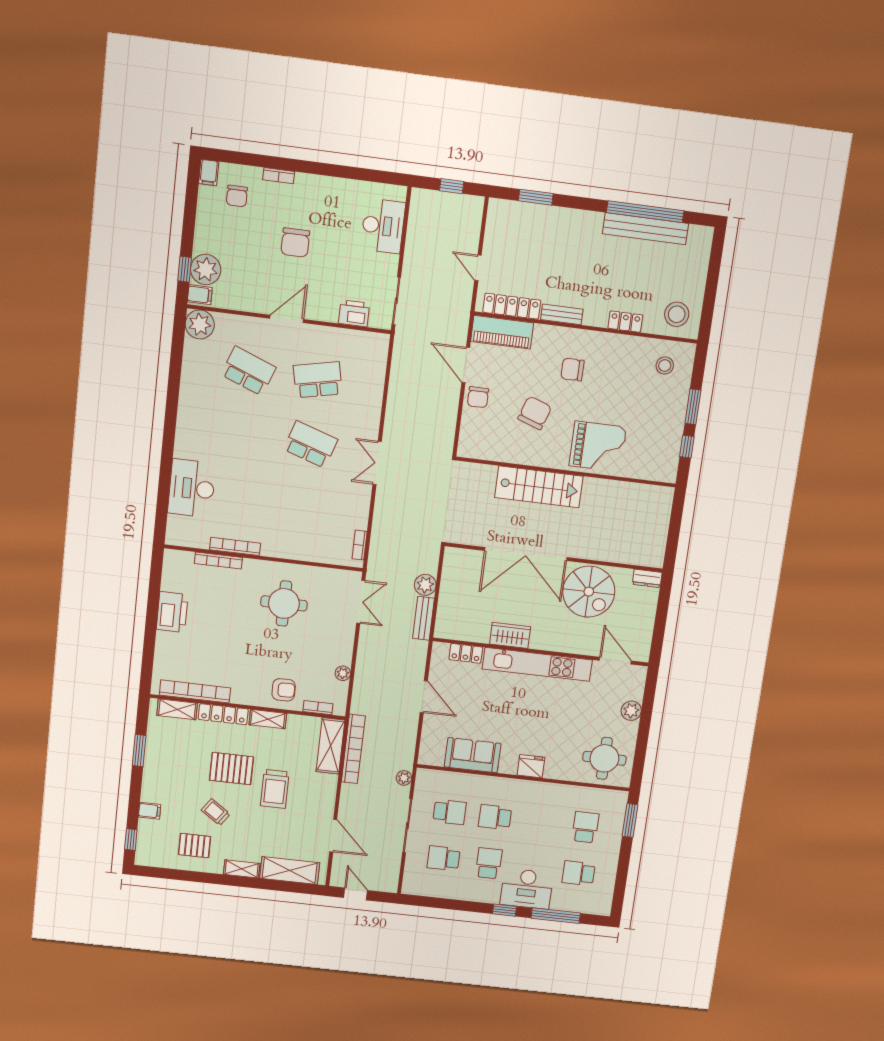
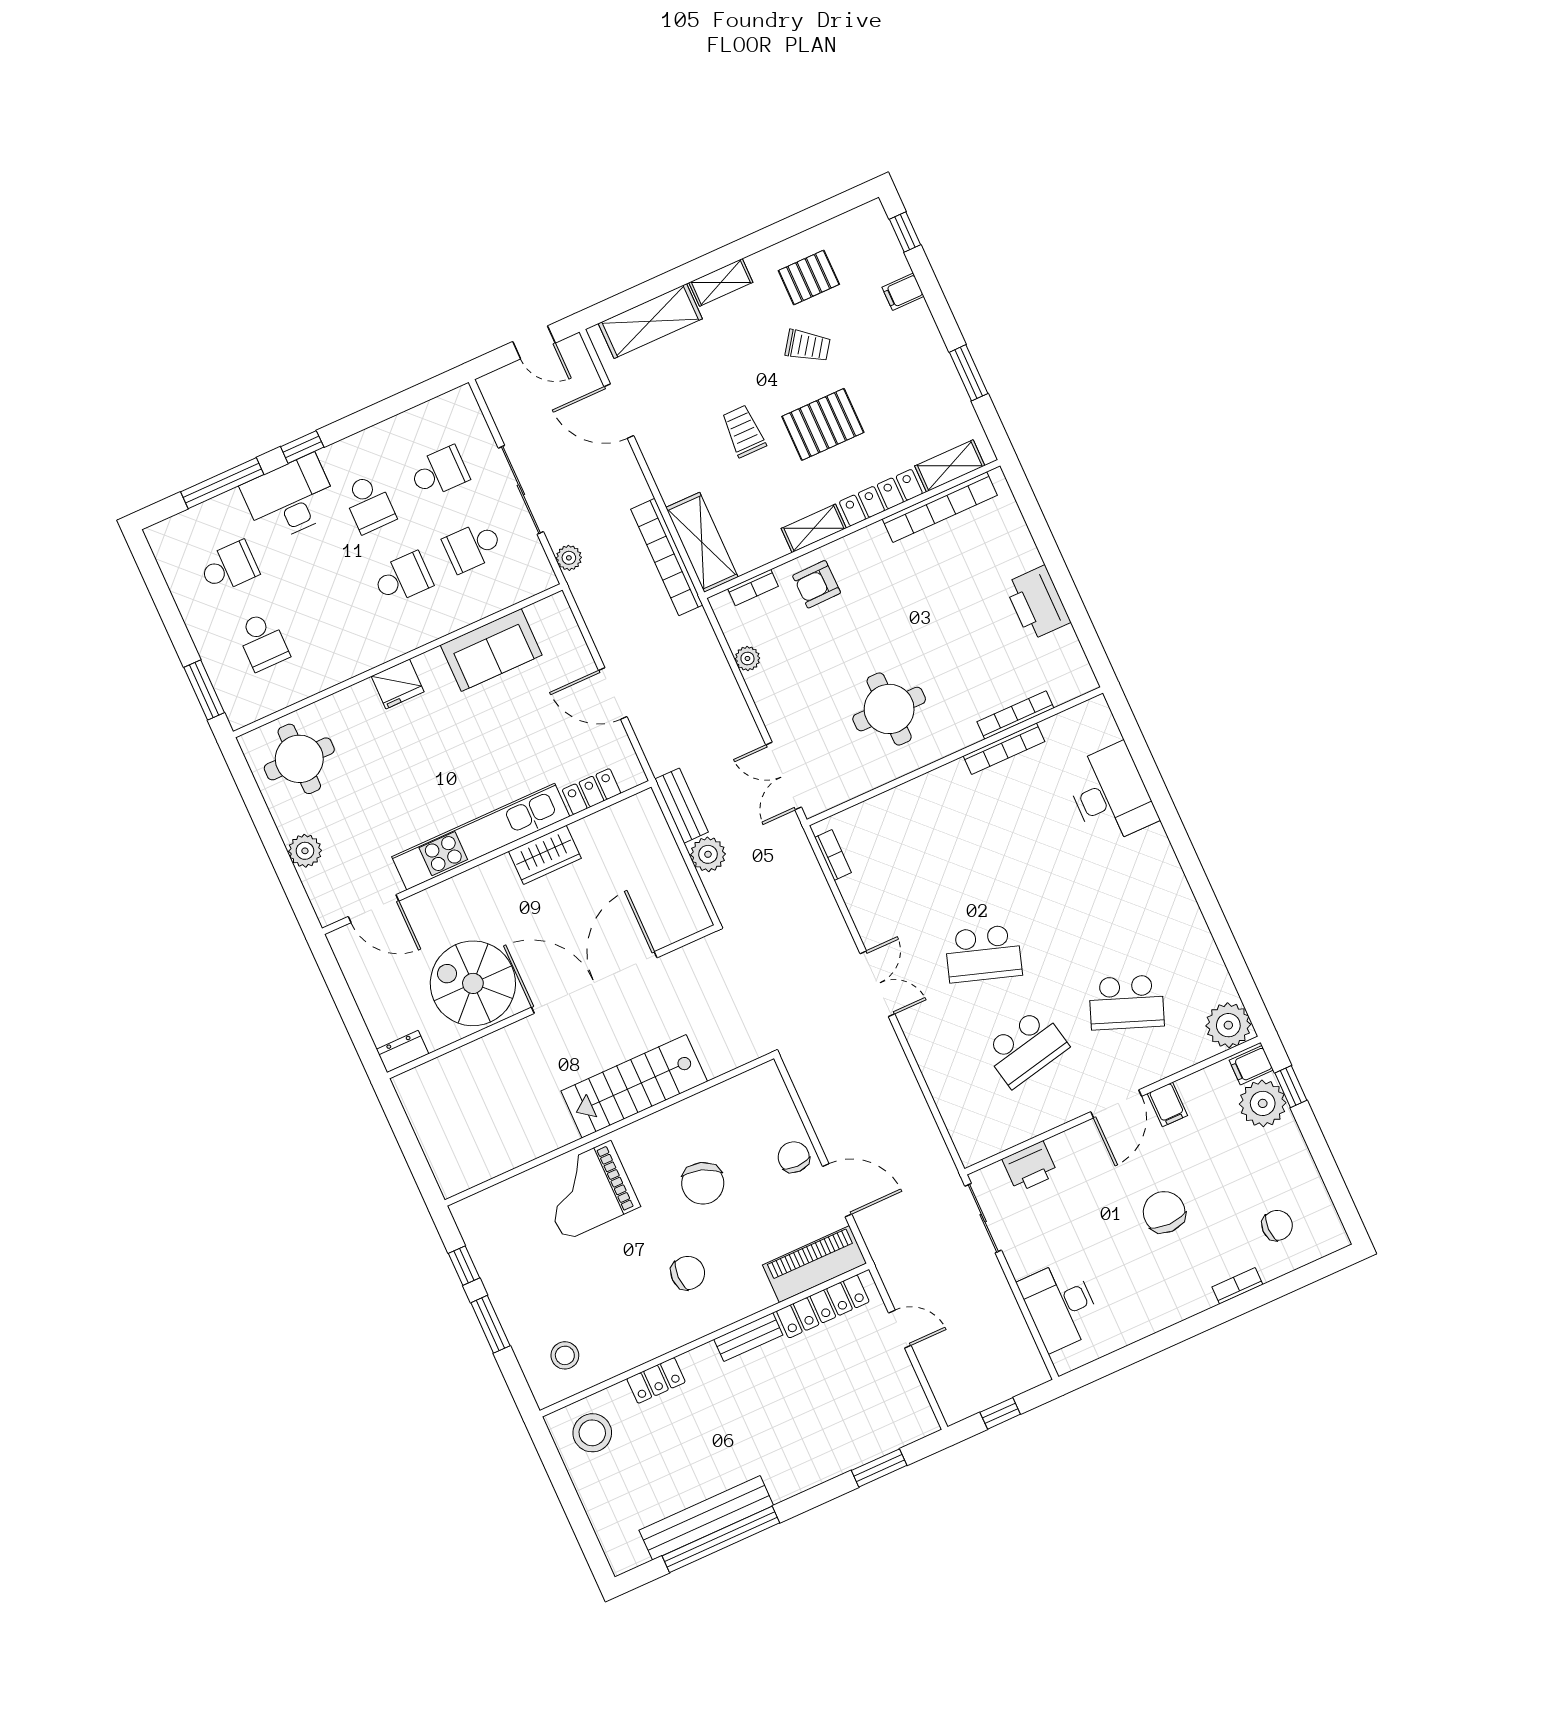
filing cabinet: (209, 172) -> (1167, 1104), moved, turned 180
chair: (237, 196) -> (1277, 1225), turned 90
trolley: (275, 789) -> (743, 431), width x0.73, depth x0.72

